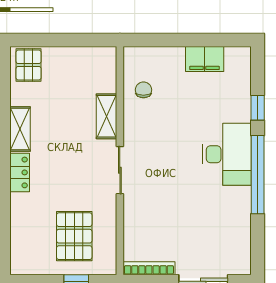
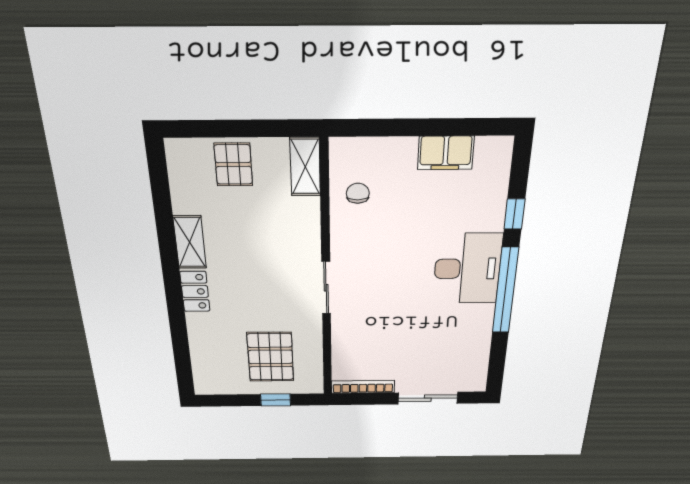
pallet: (29, 65) -> (233, 165), moved
shelving: (107, 116) -> (305, 167), moved

